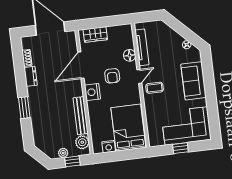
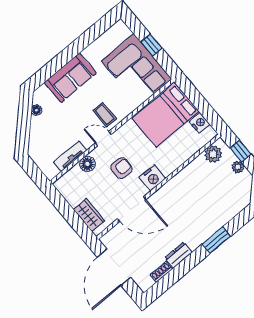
tv unit: (142, 47) -> (70, 156), width x0.71
bench: (81, 116) -> (186, 174), removed
corner sofa: (186, 126) -> (137, 70), moved

